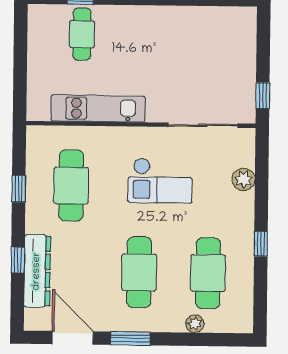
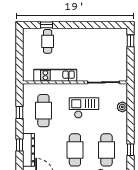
window: (263, 96) -> (130, 41), moved
checkout: (160, 181) -> (84, 108), turned 180
window: (261, 244) -> (130, 150), moved

